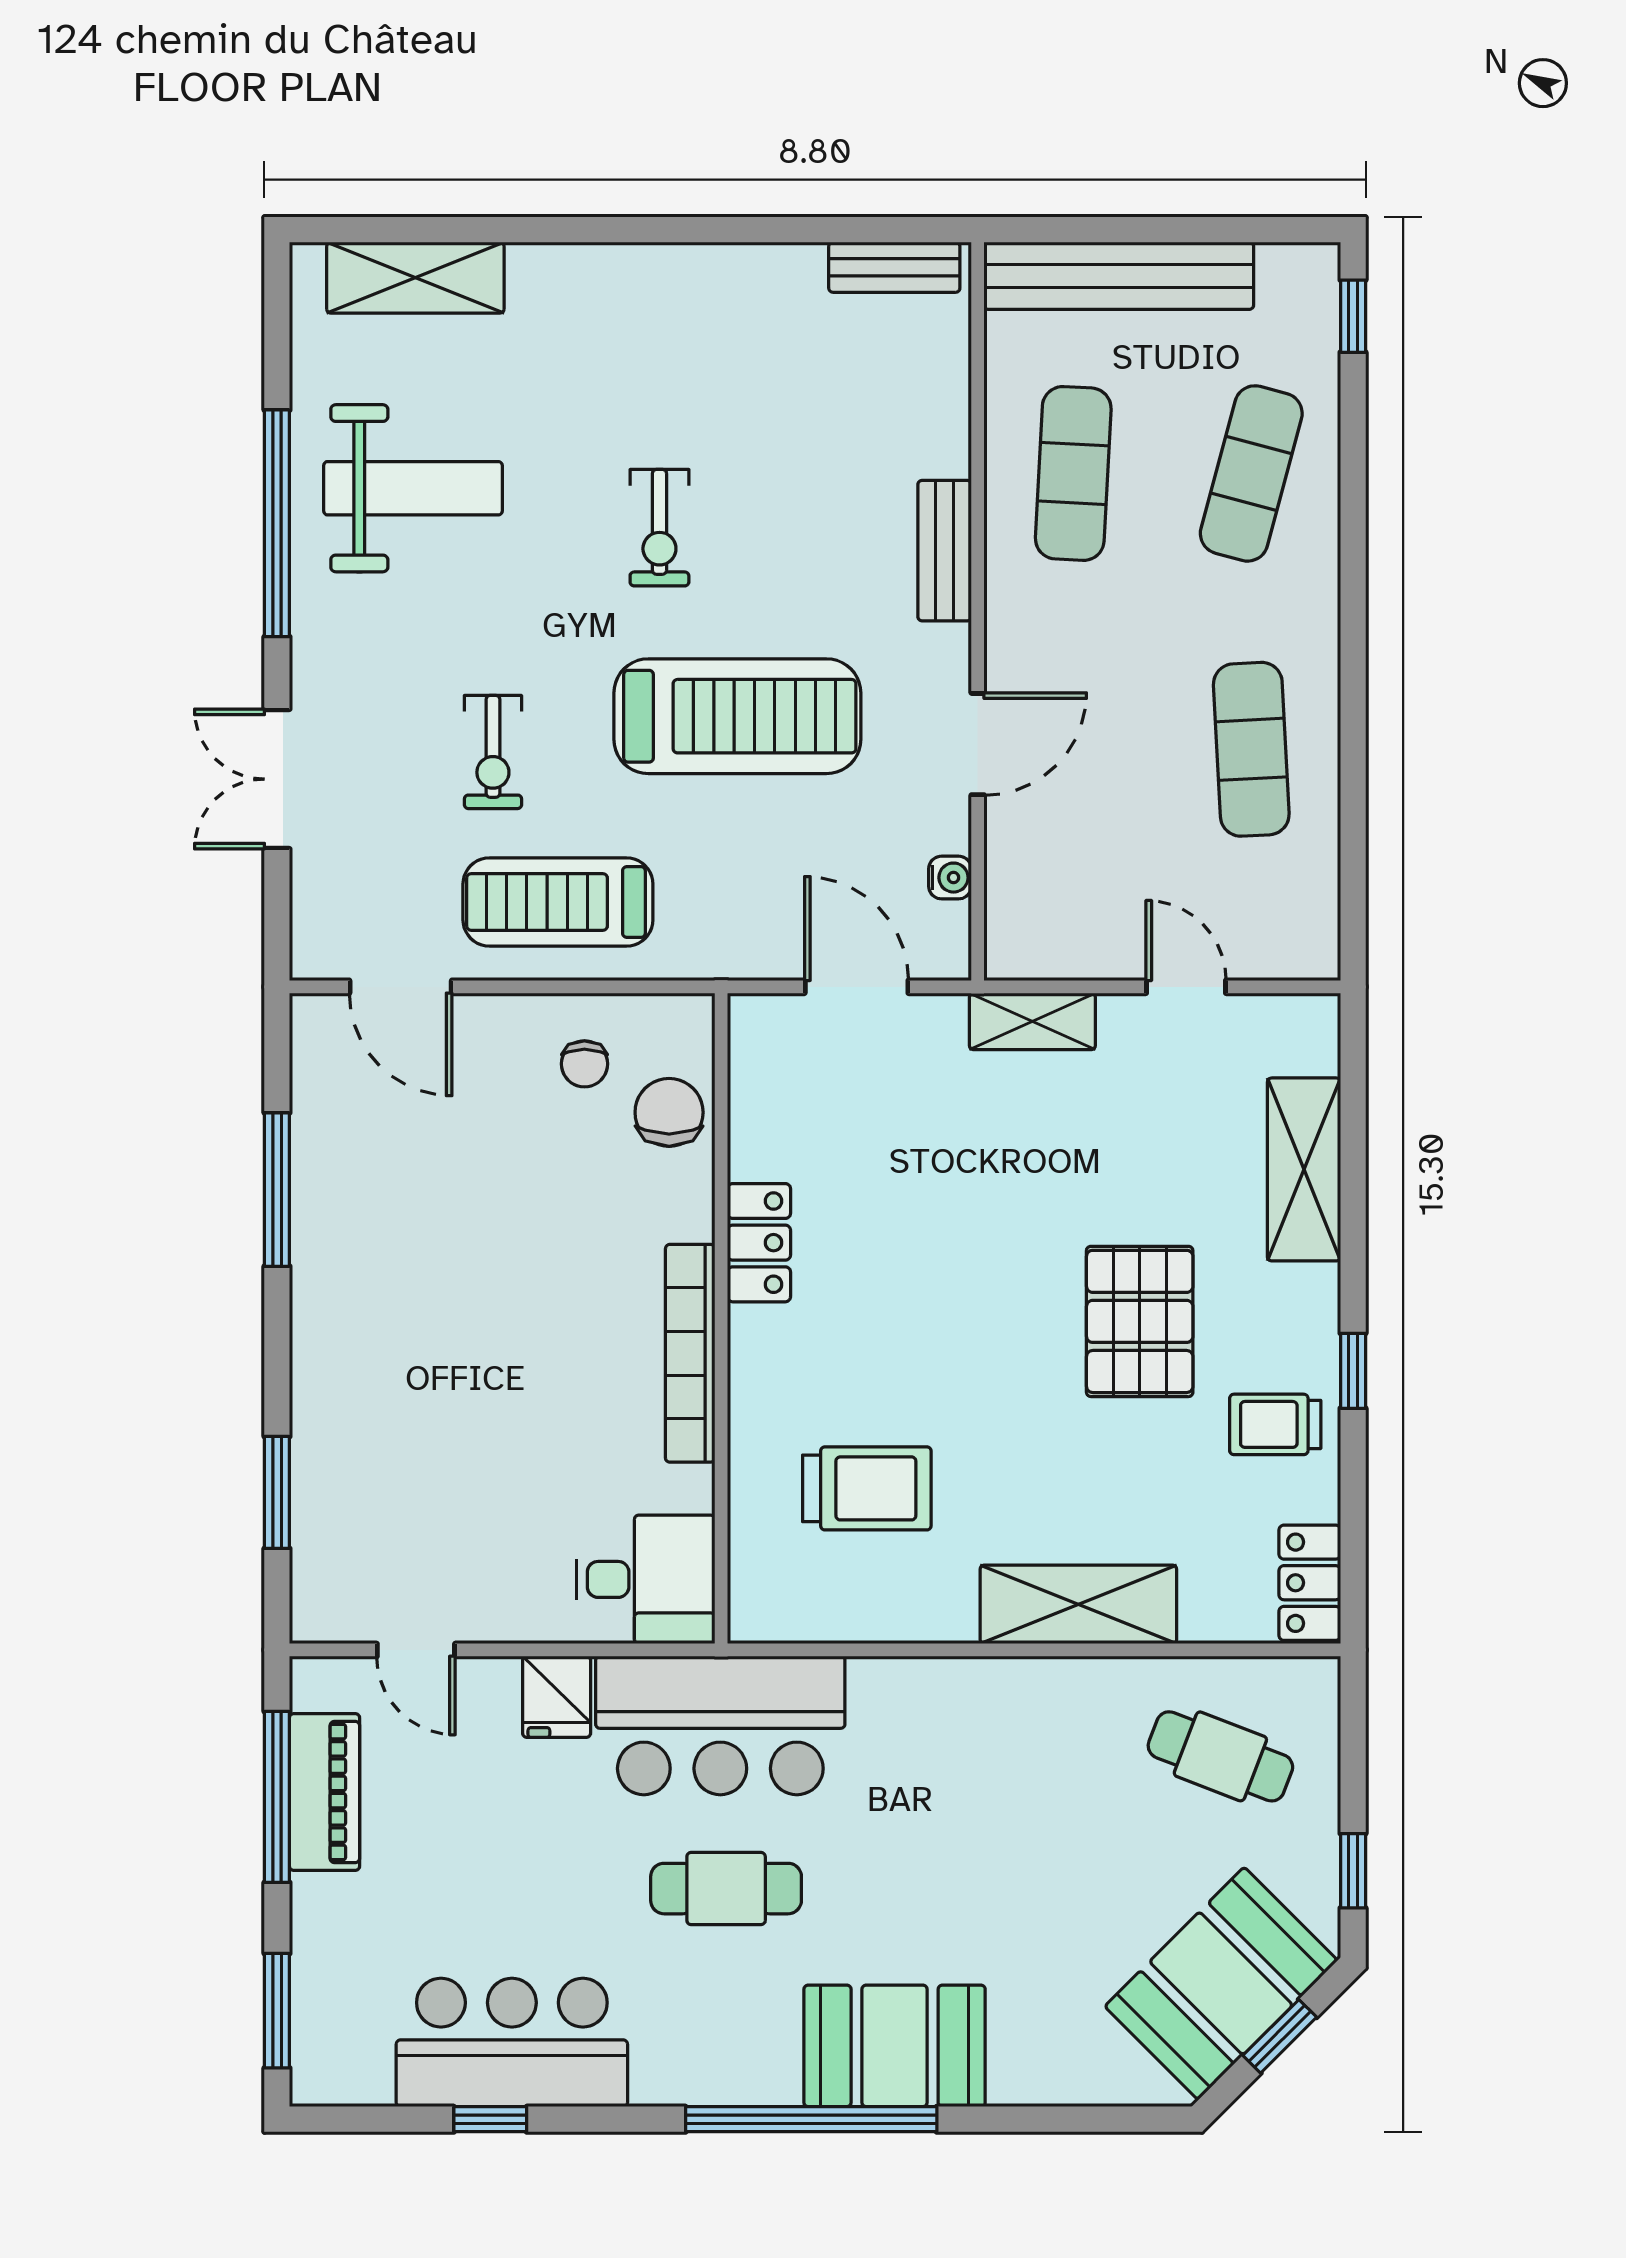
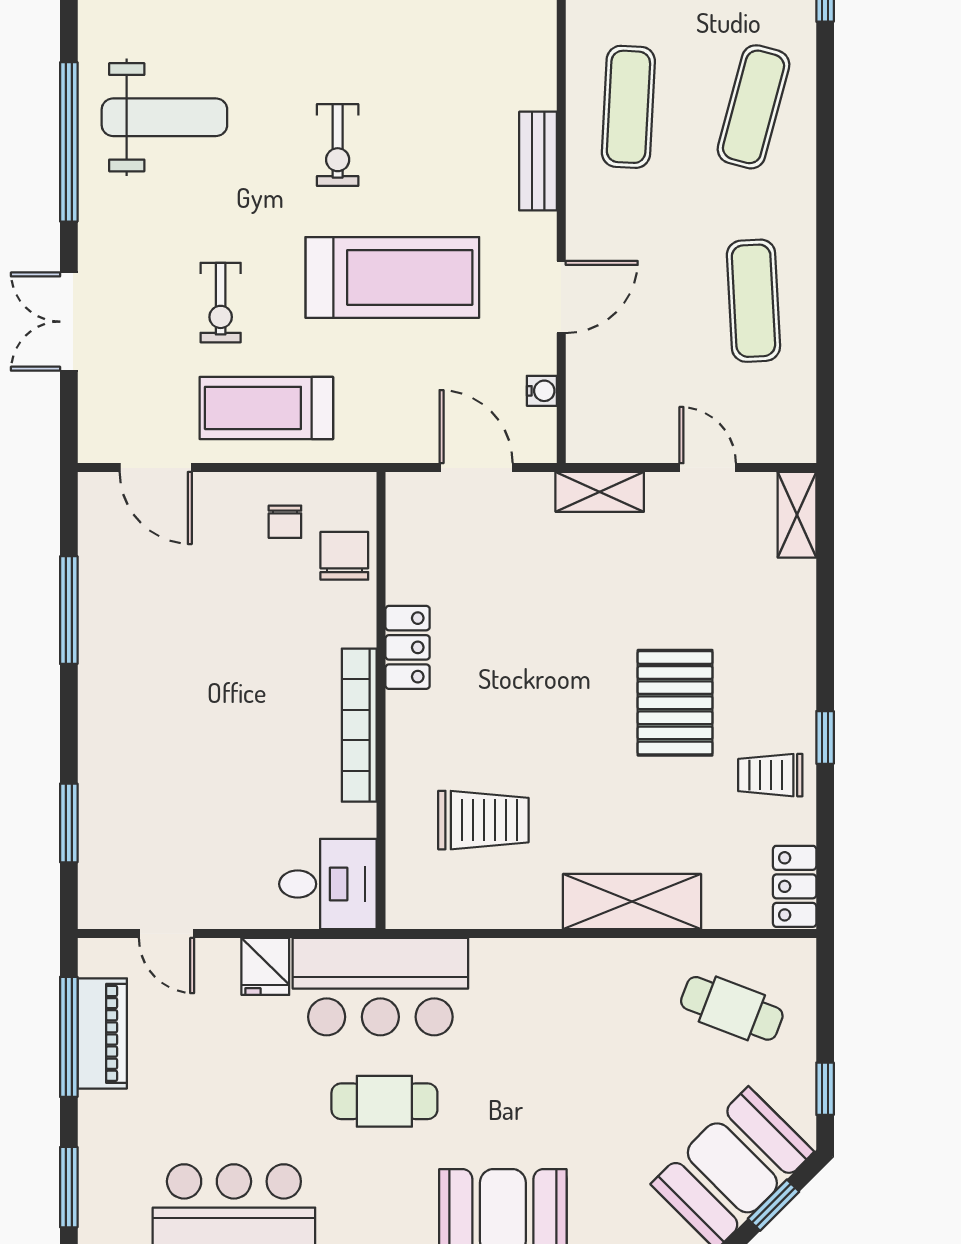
shelving: (1304, 1169) -> (797, 515), moved, width x0.67, depth x0.75

